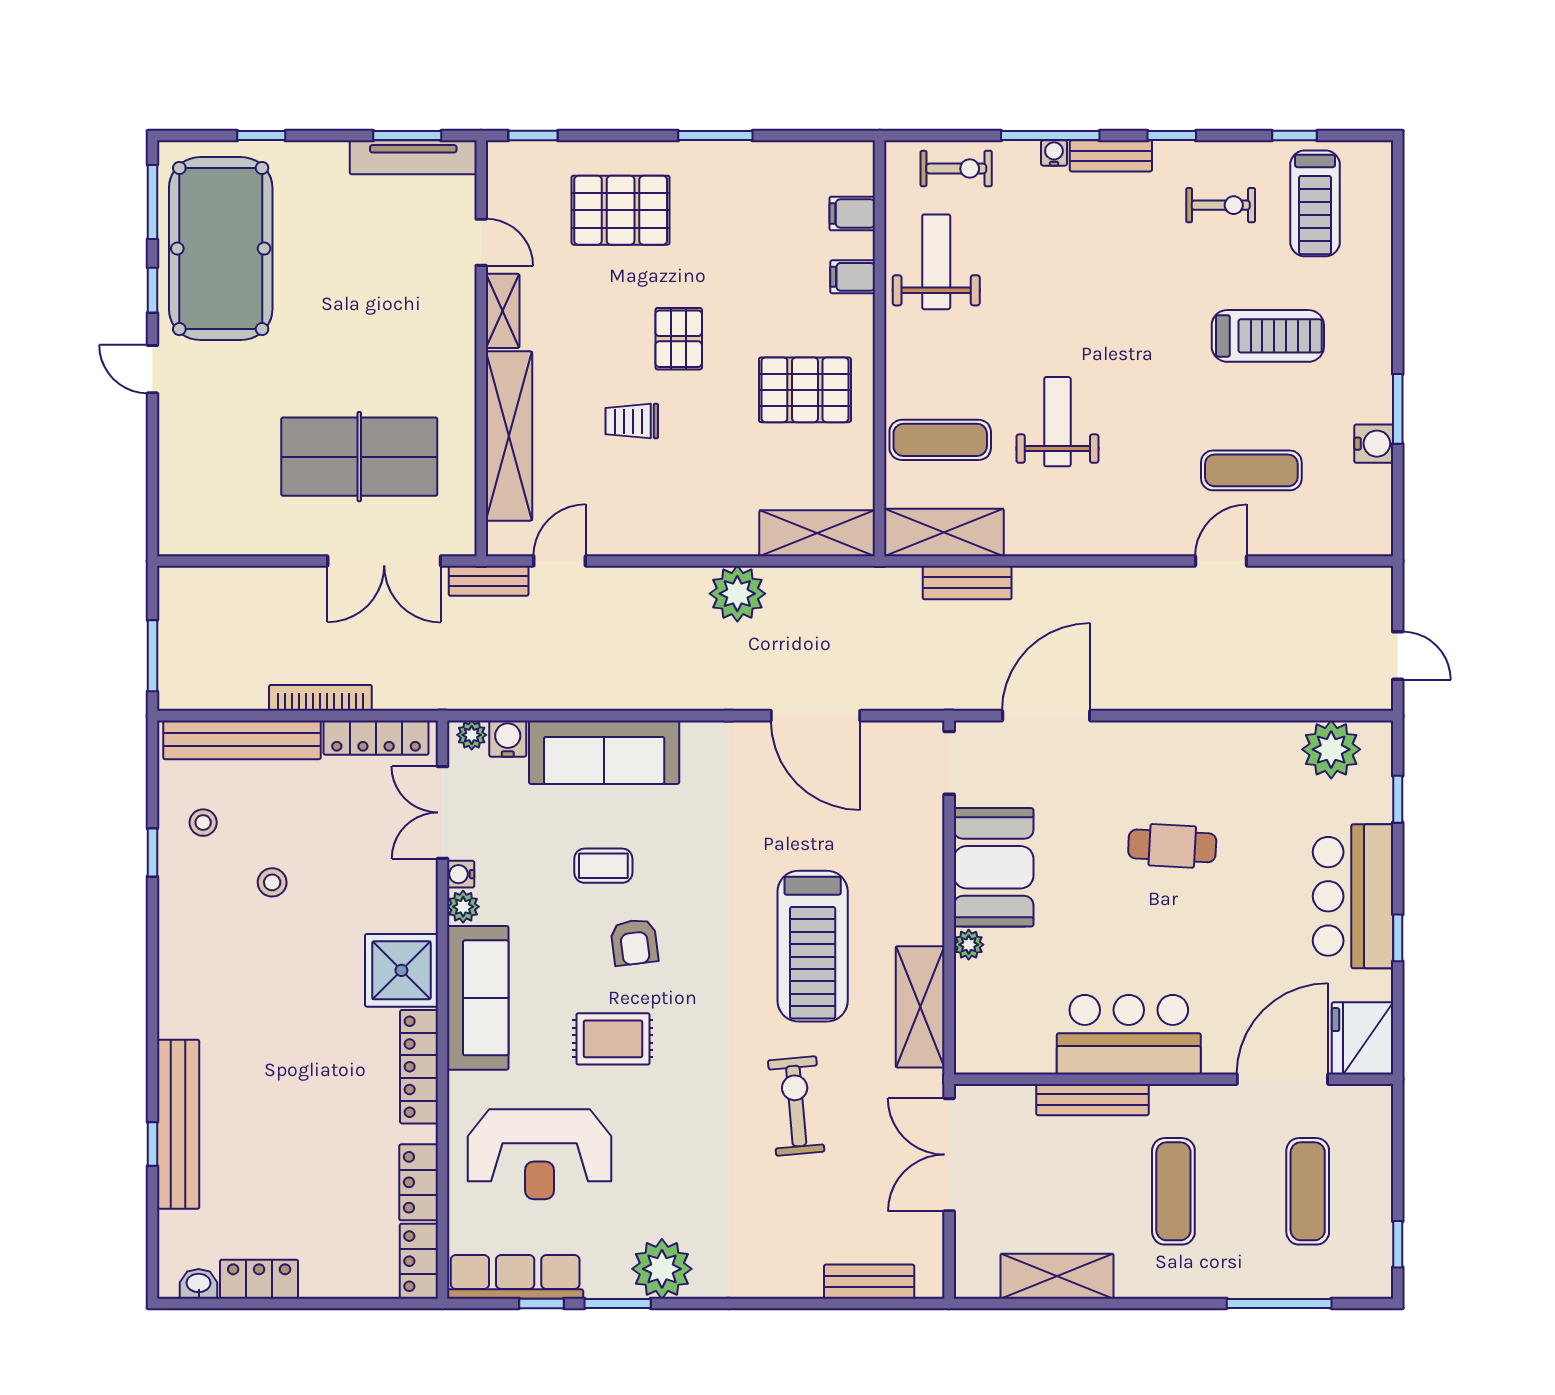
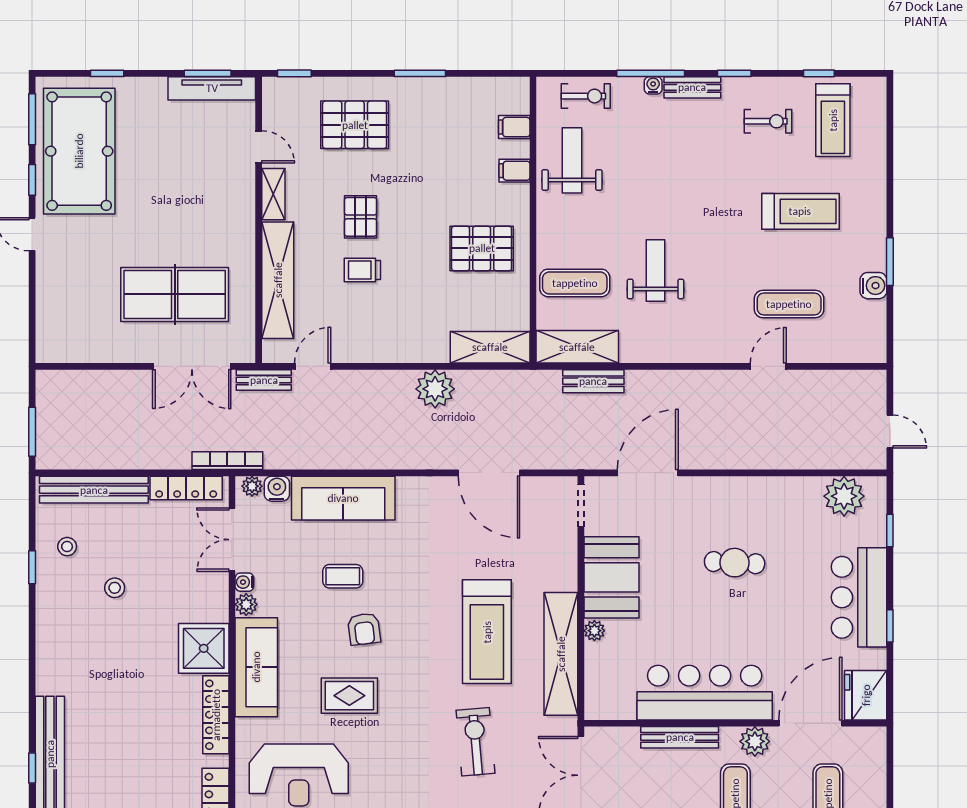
pallet: (679, 339) -> (361, 217), moved
bookcase: (320, 698) -> (227, 461), moved
shelving: (920, 1007) -> (561, 654), width x1.47
bar counter: (1129, 1035) -> (705, 693), width x1.36
plant: (1202, 1105) -> (755, 741), added

